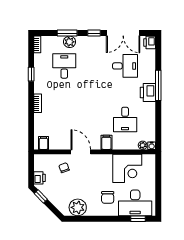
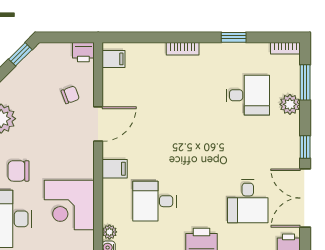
window: (67, 33) -> (305, 82), moved
printer: (40, 178) -> (83, 52), moved

